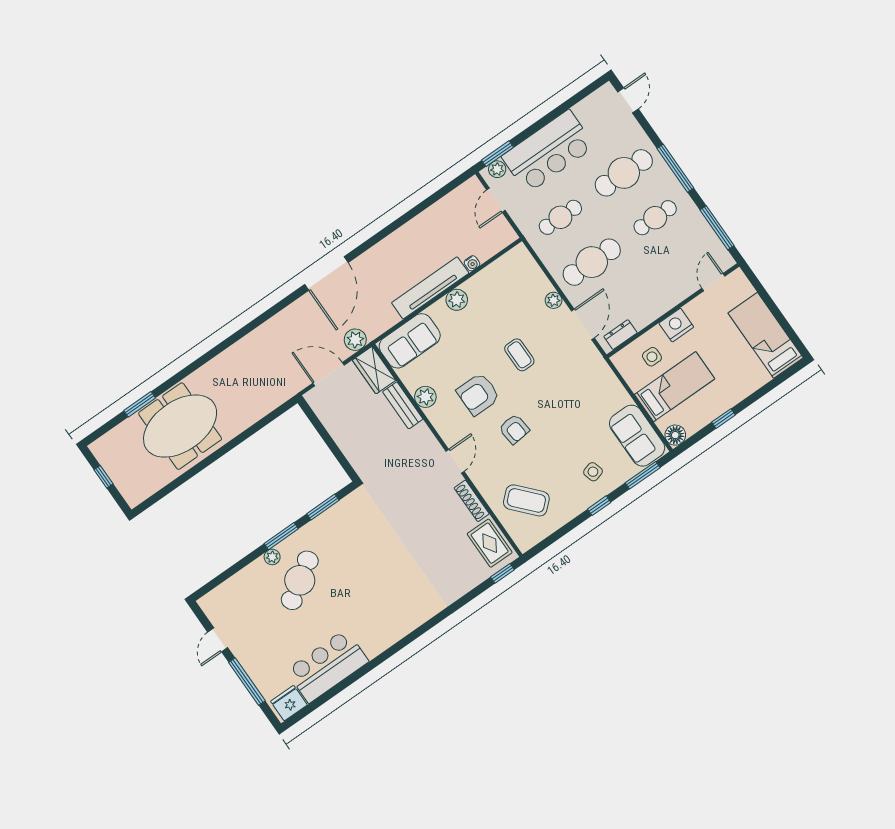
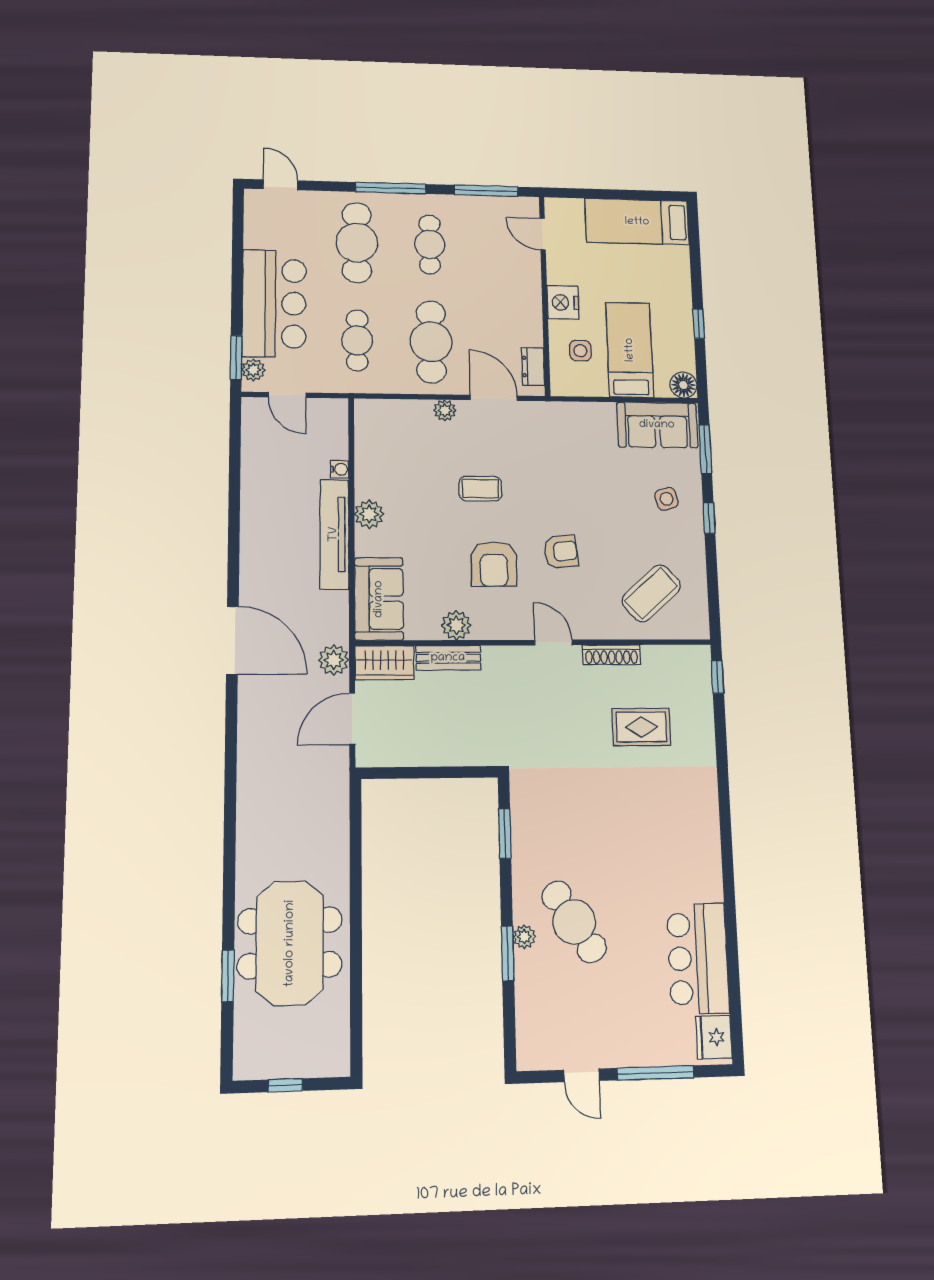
window: (281, 536) -> (508, 953), moved
rug: (490, 543) -> (641, 727), moved

